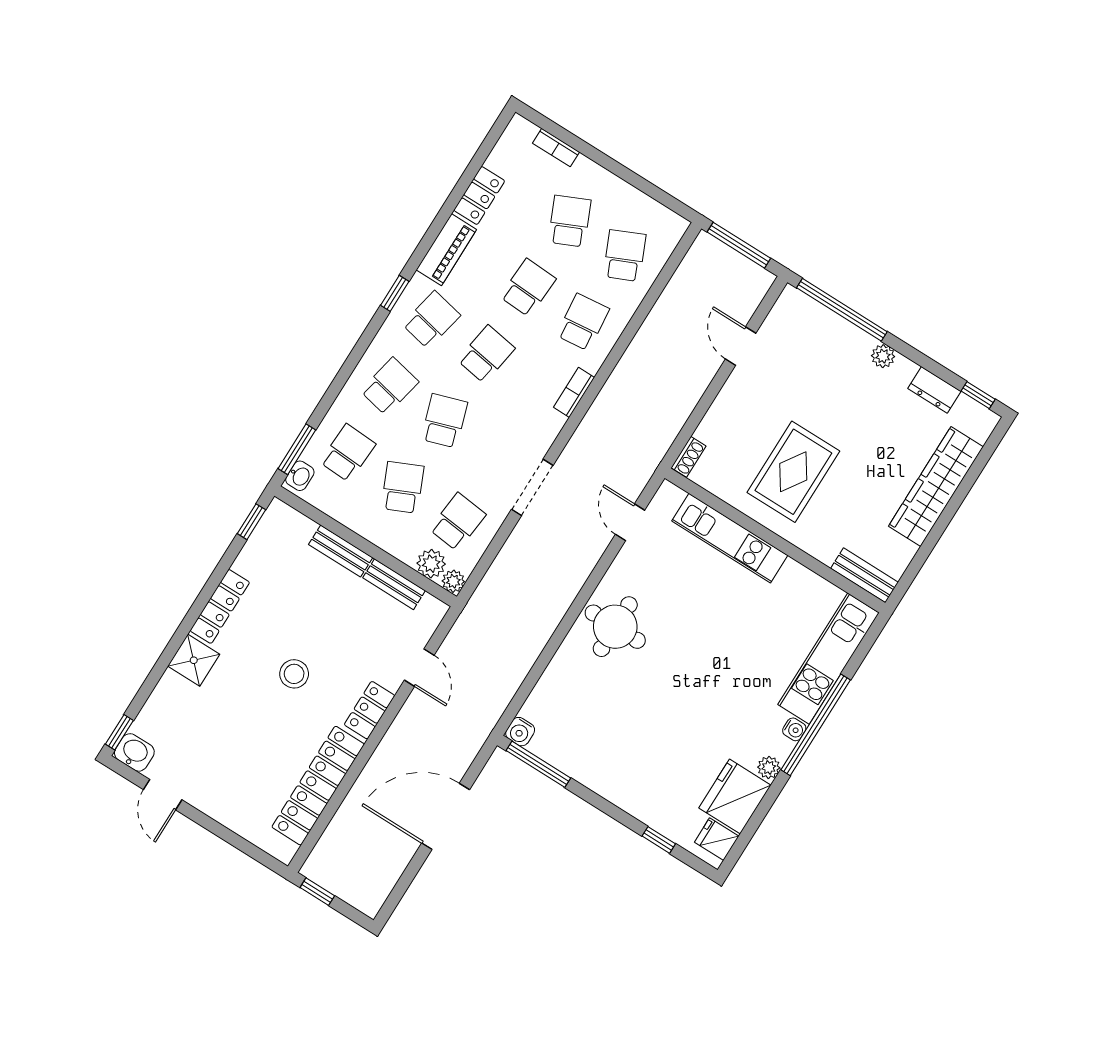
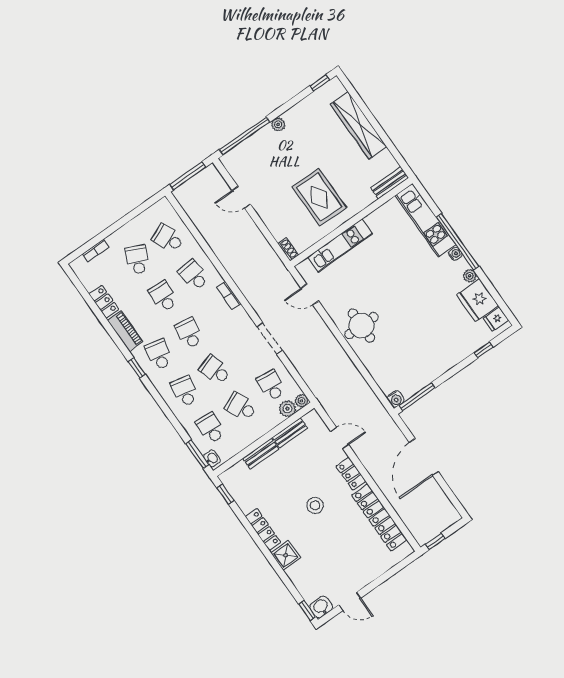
school desk: (570, 221) -> (137, 260), turned 48
dresser: (934, 390) -> (307, 105), removed

